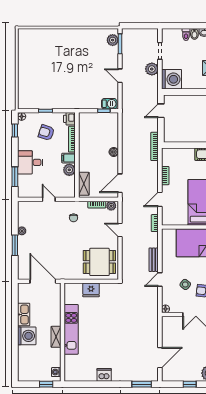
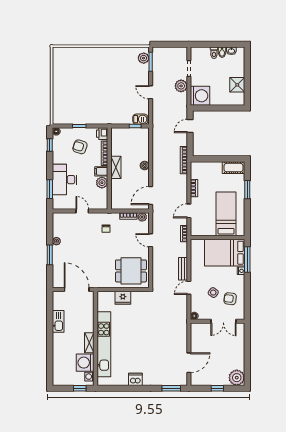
desk: (30, 162) -> (65, 180), width x1.37
shelving: (84, 184) -> (116, 167), moved
kitchen unit: (71, 329) -> (104, 344), width x1.36
washing machine: (27, 336) -> (85, 363), moved, turned 180

